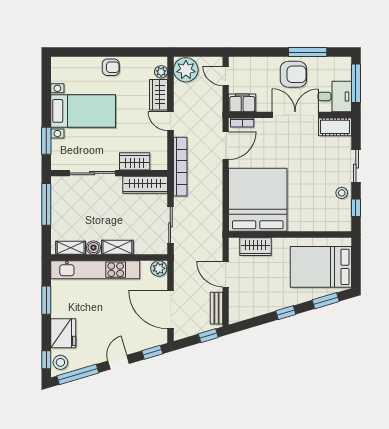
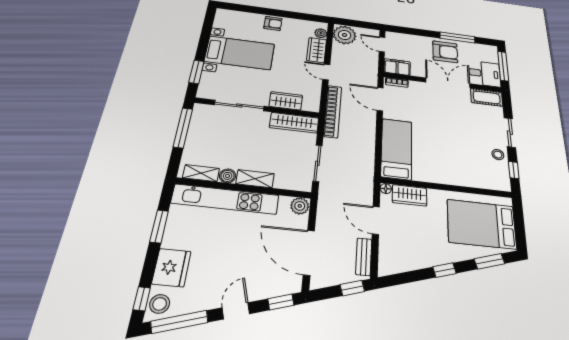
door: (226, 146) -> (380, 99), swing flipped
bed: (258, 200) -> (397, 149), width x0.49
floor lamp: (234, 243) -> (386, 189), added

